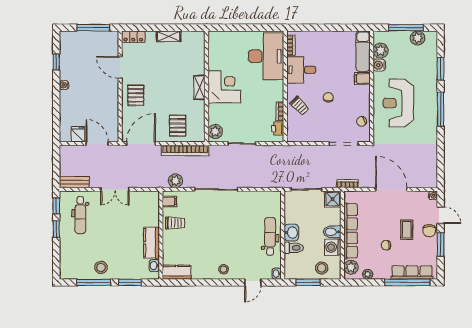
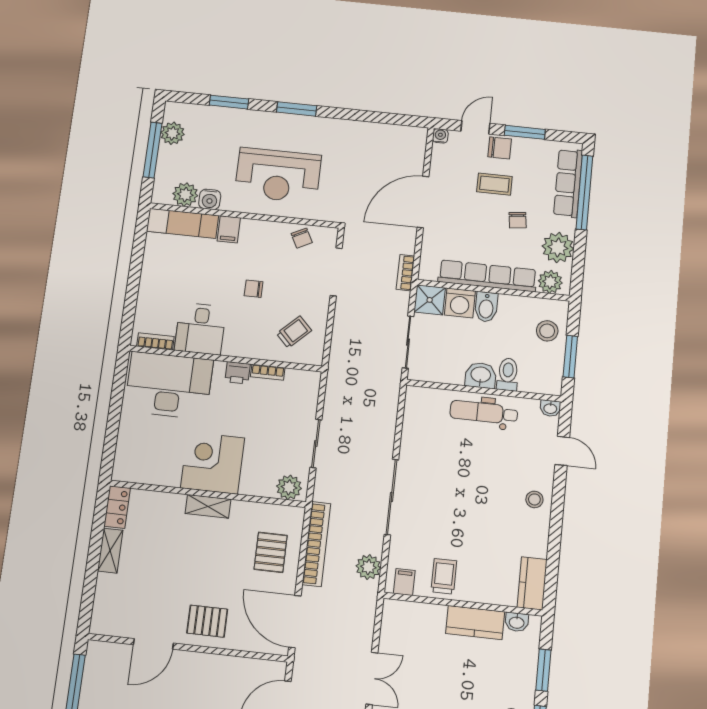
locker: (133, 37) -> (117, 507), moved
trolley: (299, 106) -> (294, 332), moved
window: (441, 109) -> (297, 109), width x0.69
pallet: (178, 126) -> (271, 552), turned 90
printer: (278, 129) -> (238, 373), moved
washing machine: (333, 247) -> (460, 303), moved
plant: (368, 274) -> (558, 248), width x1.87, depth x1.87

